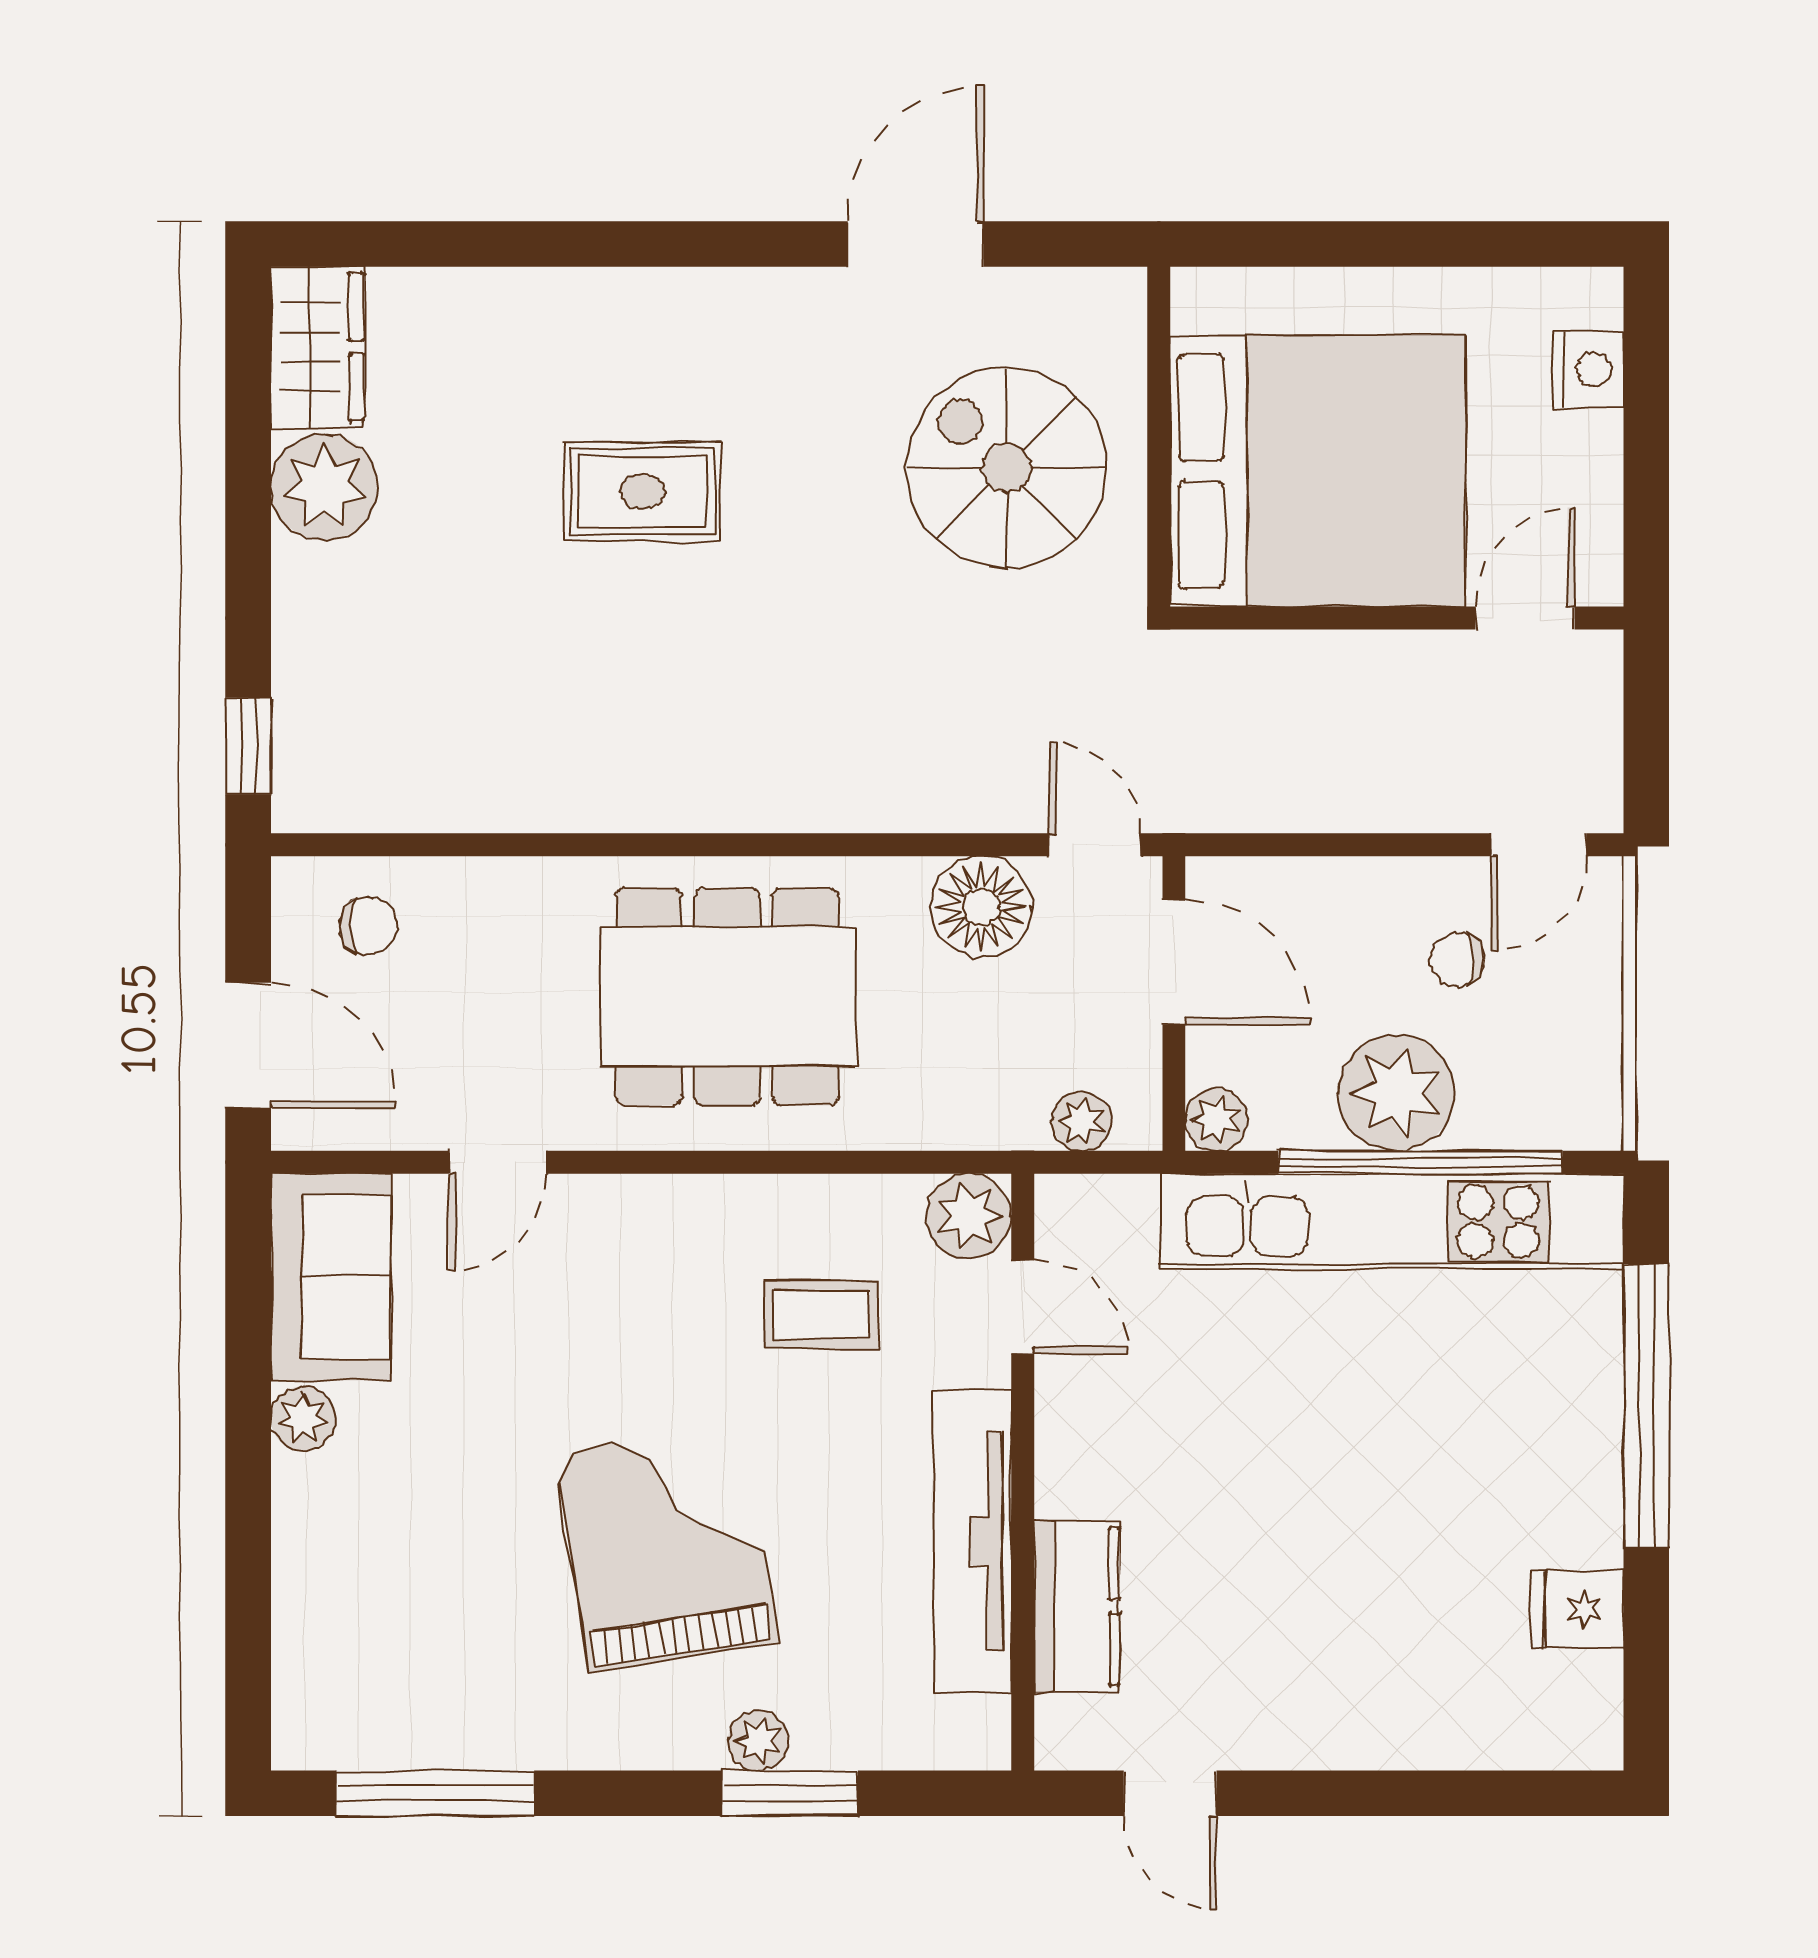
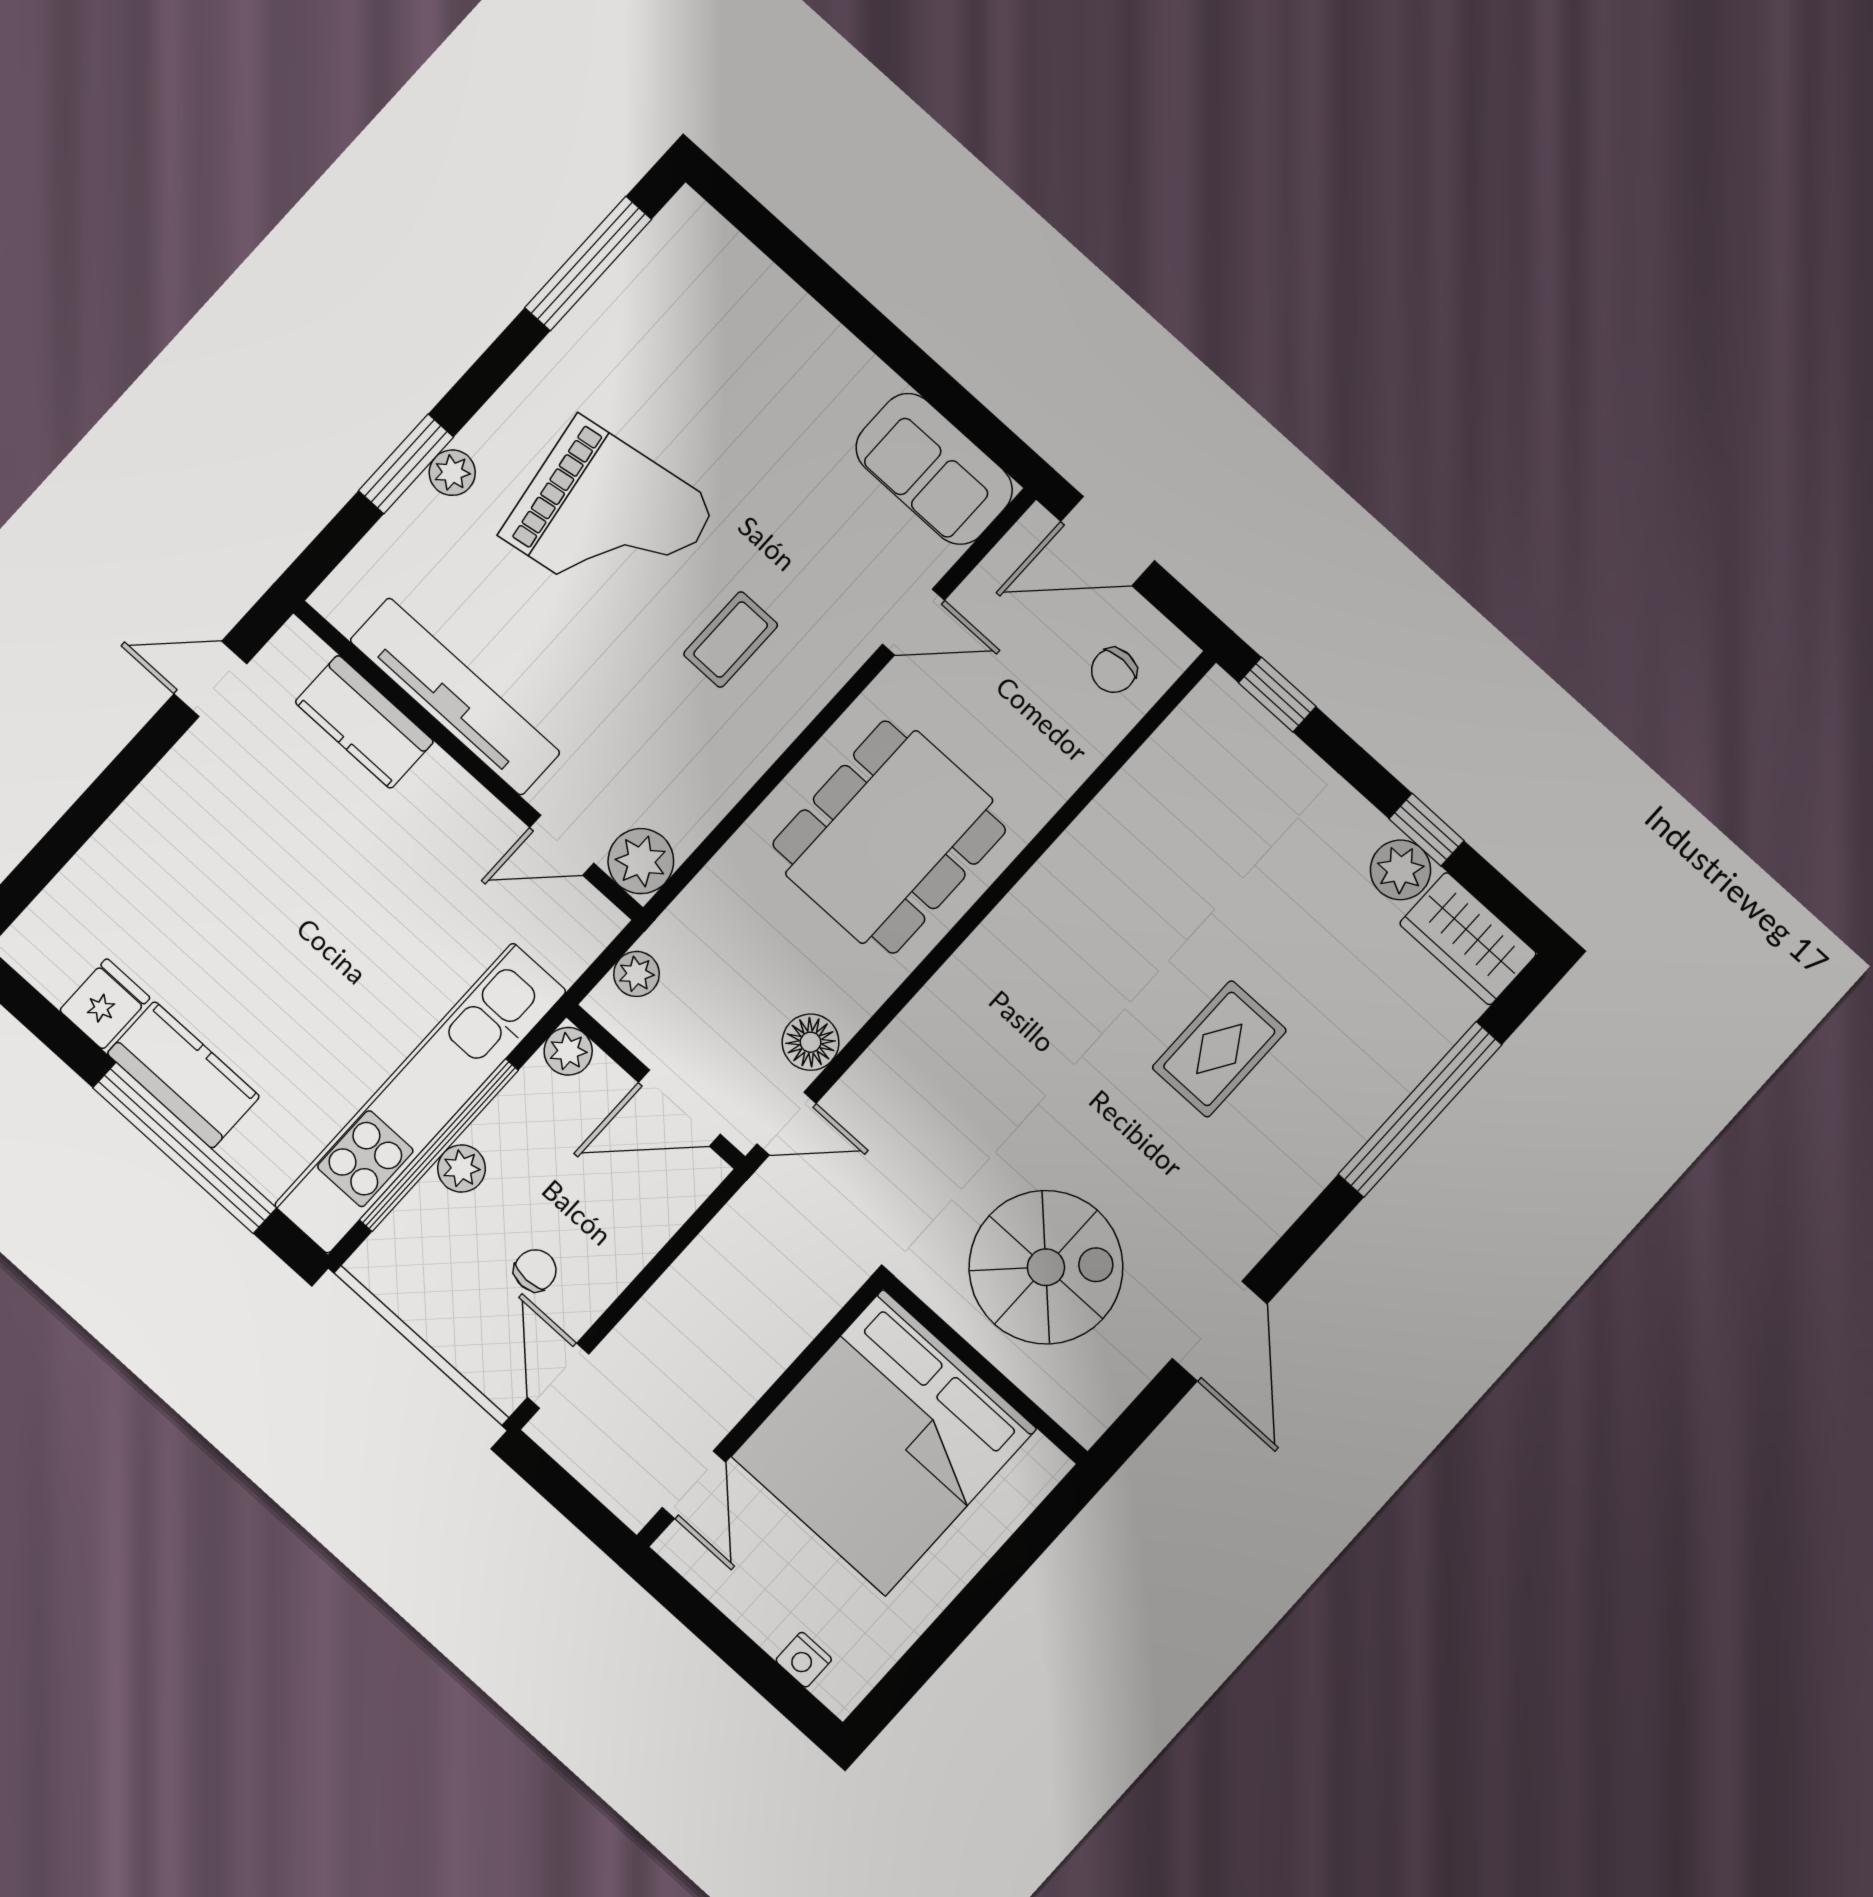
window: (525, 244) -> (1420, 1109), added
nightstand: (1588, 370) -> (804, 1660), width x0.72, depth x0.74
window: (248, 483) -> (1427, 830), added
plant: (324, 487) -> (1400, 870), width x0.73, depth x0.73
floor lamp: (981, 907) -> (811, 1042), width x0.73, depth x0.73
plant: (1396, 1093) -> (461, 1168), width x0.53, depth x0.53
door: (498, 1162) -> (913, 622), swing flipped
coffee table: (821, 1314) -> (731, 640), moved
plant: (303, 1419) -> (868, 381), removed
kitchen counter: (1577, 1471) -> (183, 1075), added

